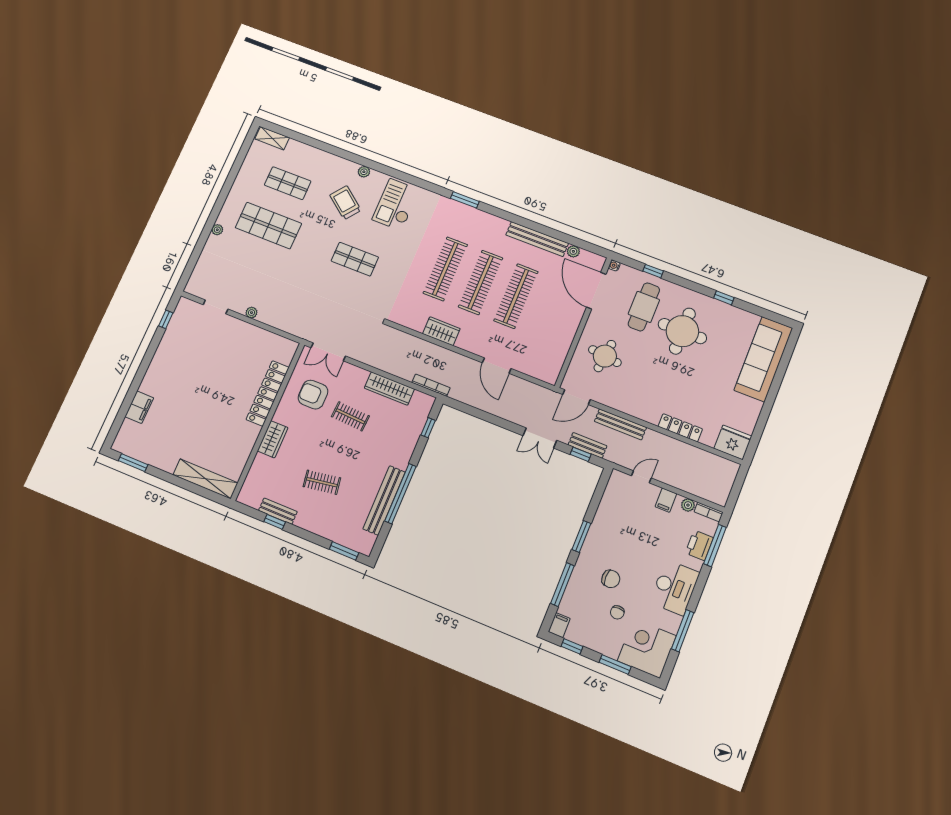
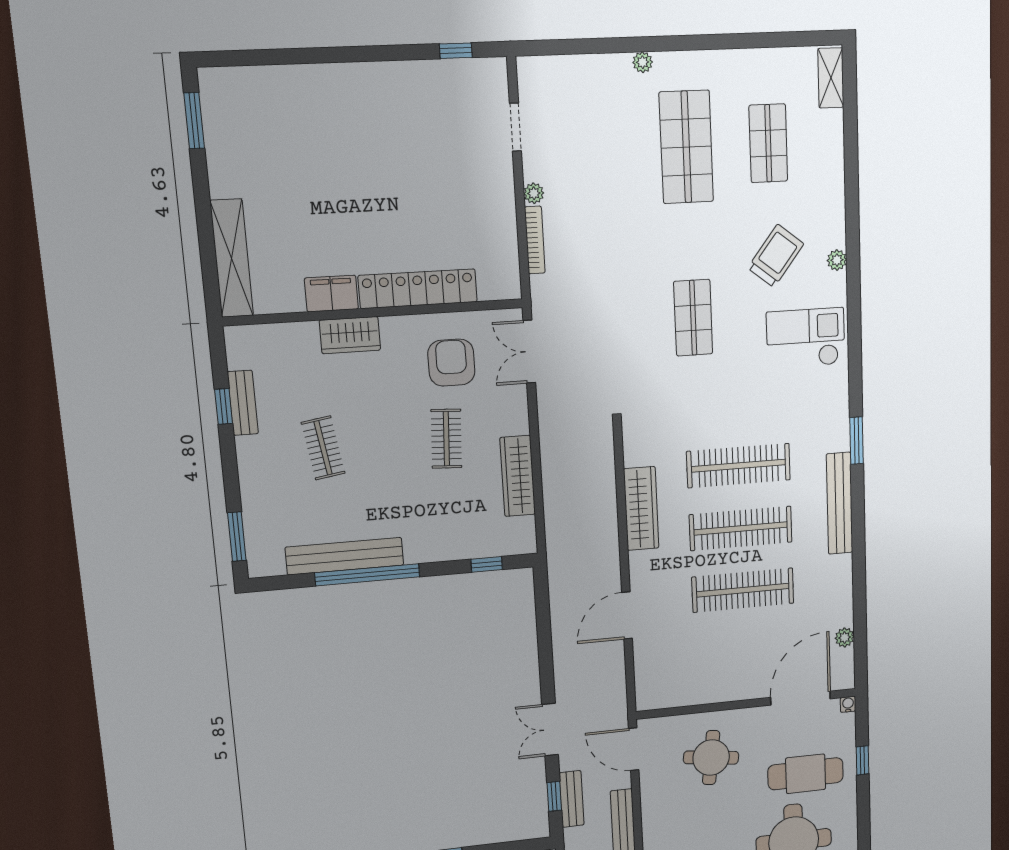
bench: (537, 239) -> (840, 503), moved
wardrobe: (441, 331) -> (641, 509), width x1.50
bookcase: (431, 385) -> (535, 240), moved
filing cabinet: (139, 407) -> (331, 294), moved, turned 180

